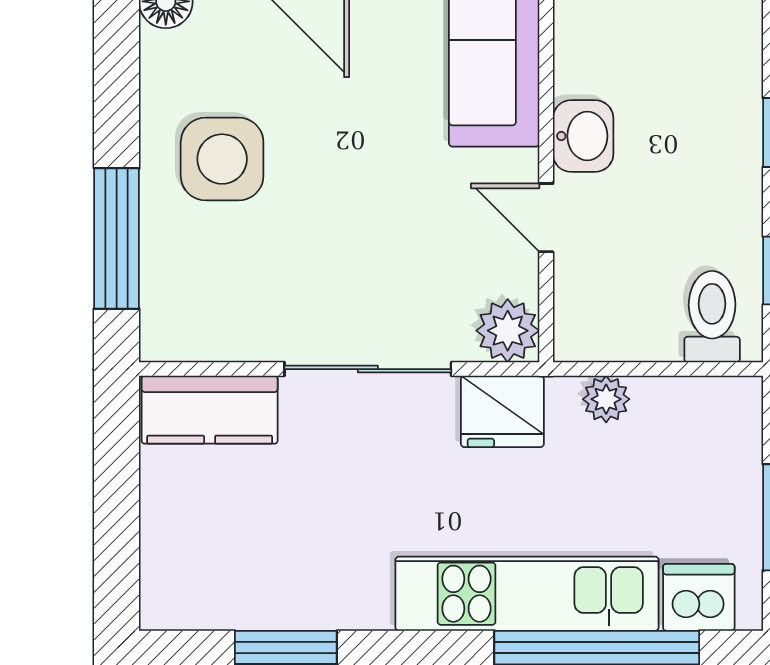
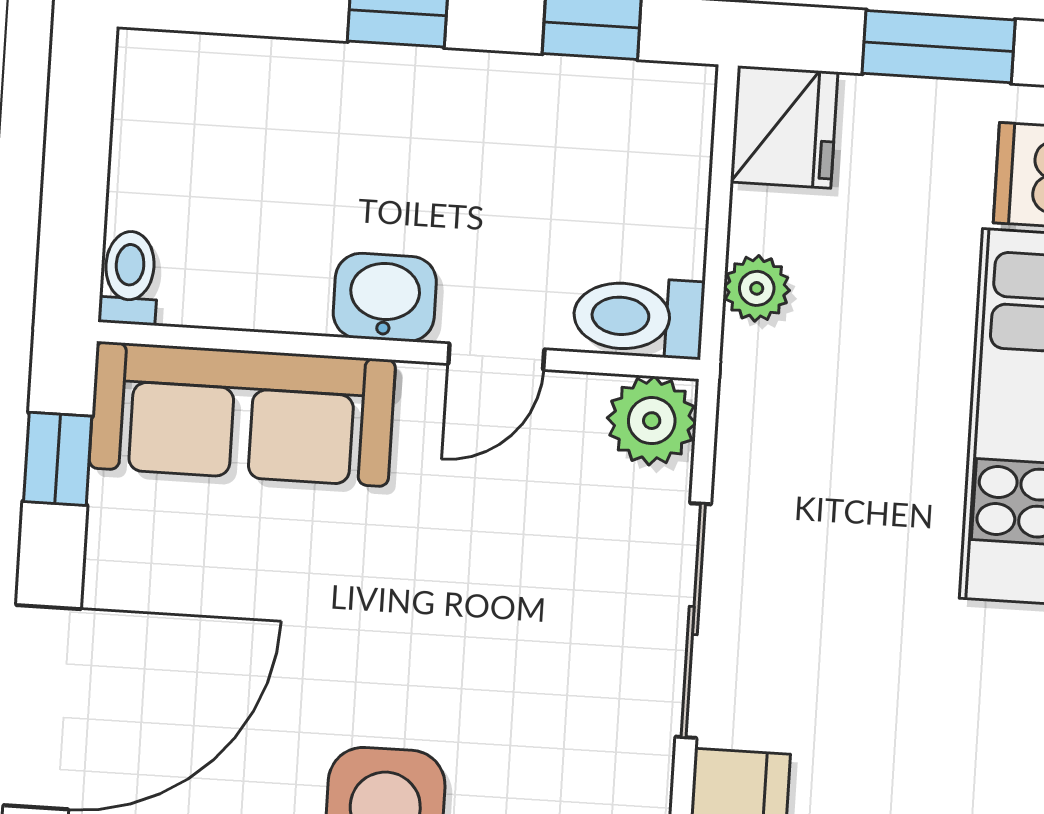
toilet: (712, 317) -> (638, 317), moved
fridge: (502, 411) -> (784, 127), moved

